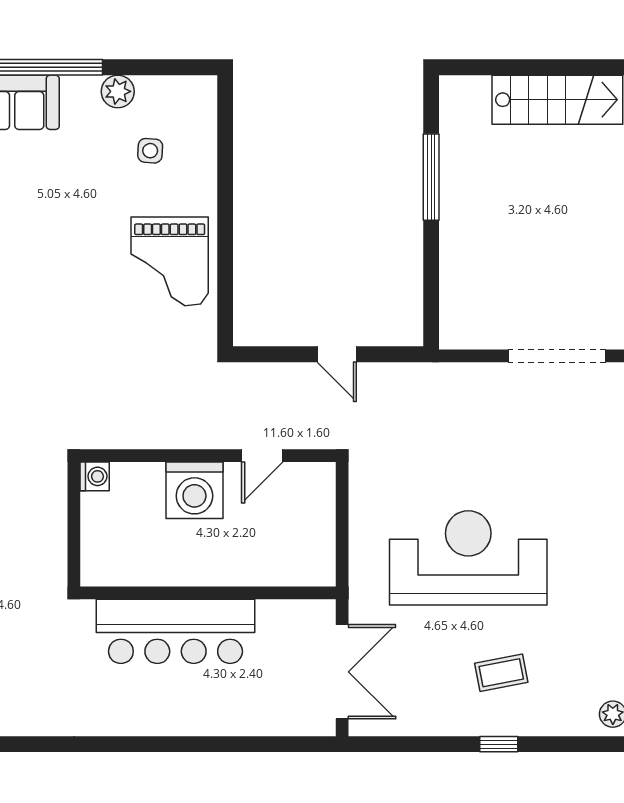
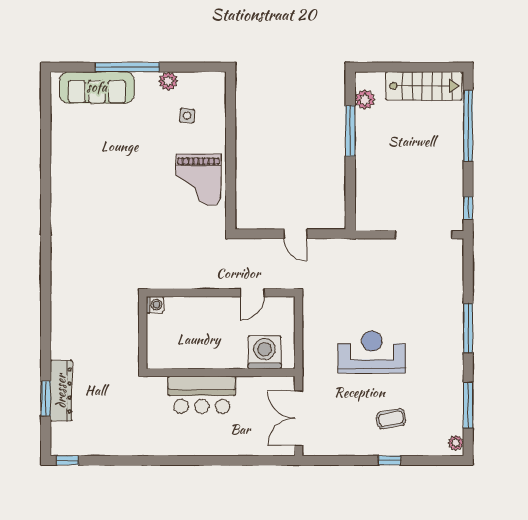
plant: (456, 123) -> (365, 99), added
washing machine: (194, 490) -> (265, 352), moved, turned 180
reception desk: (468, 558) -> (372, 352), width x0.74, depth x0.77
bar counter: (175, 631) -> (202, 395), width x0.73
double door: (342, 672) -> (299, 418), swing flipped

